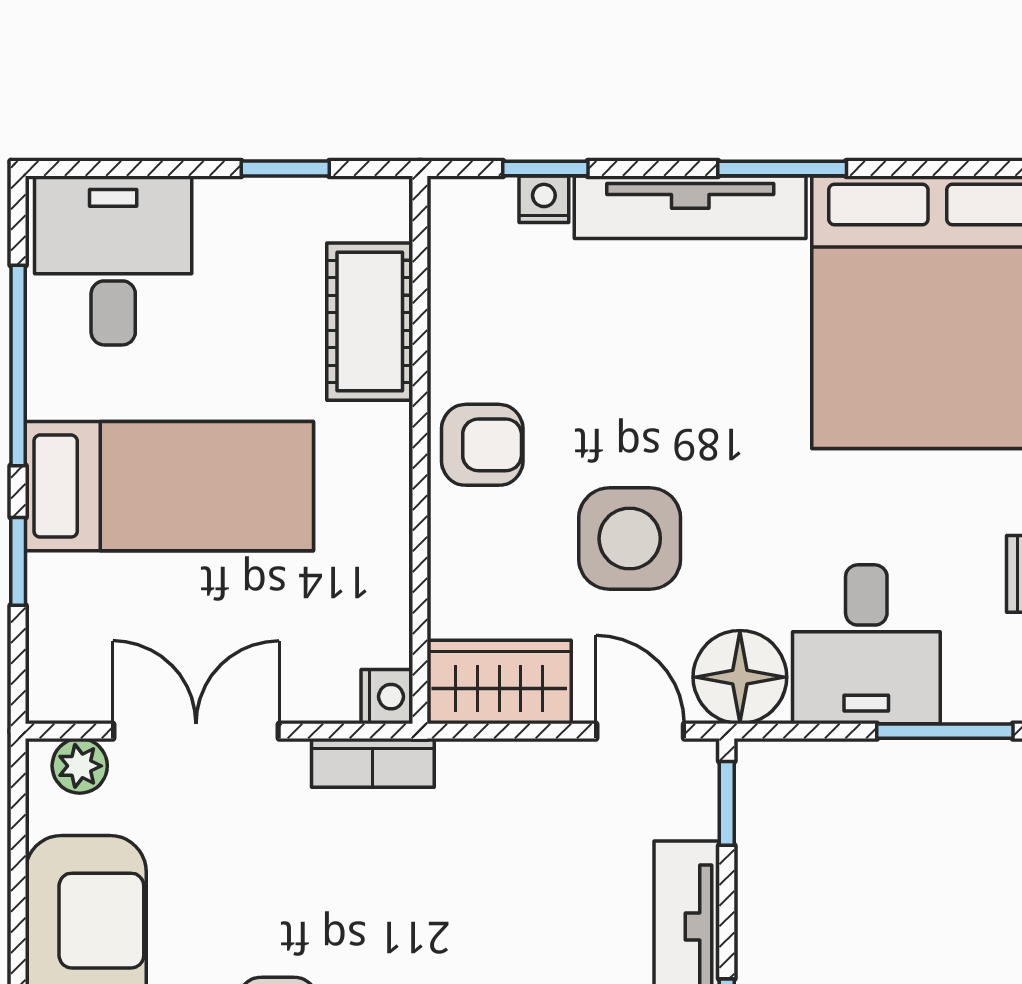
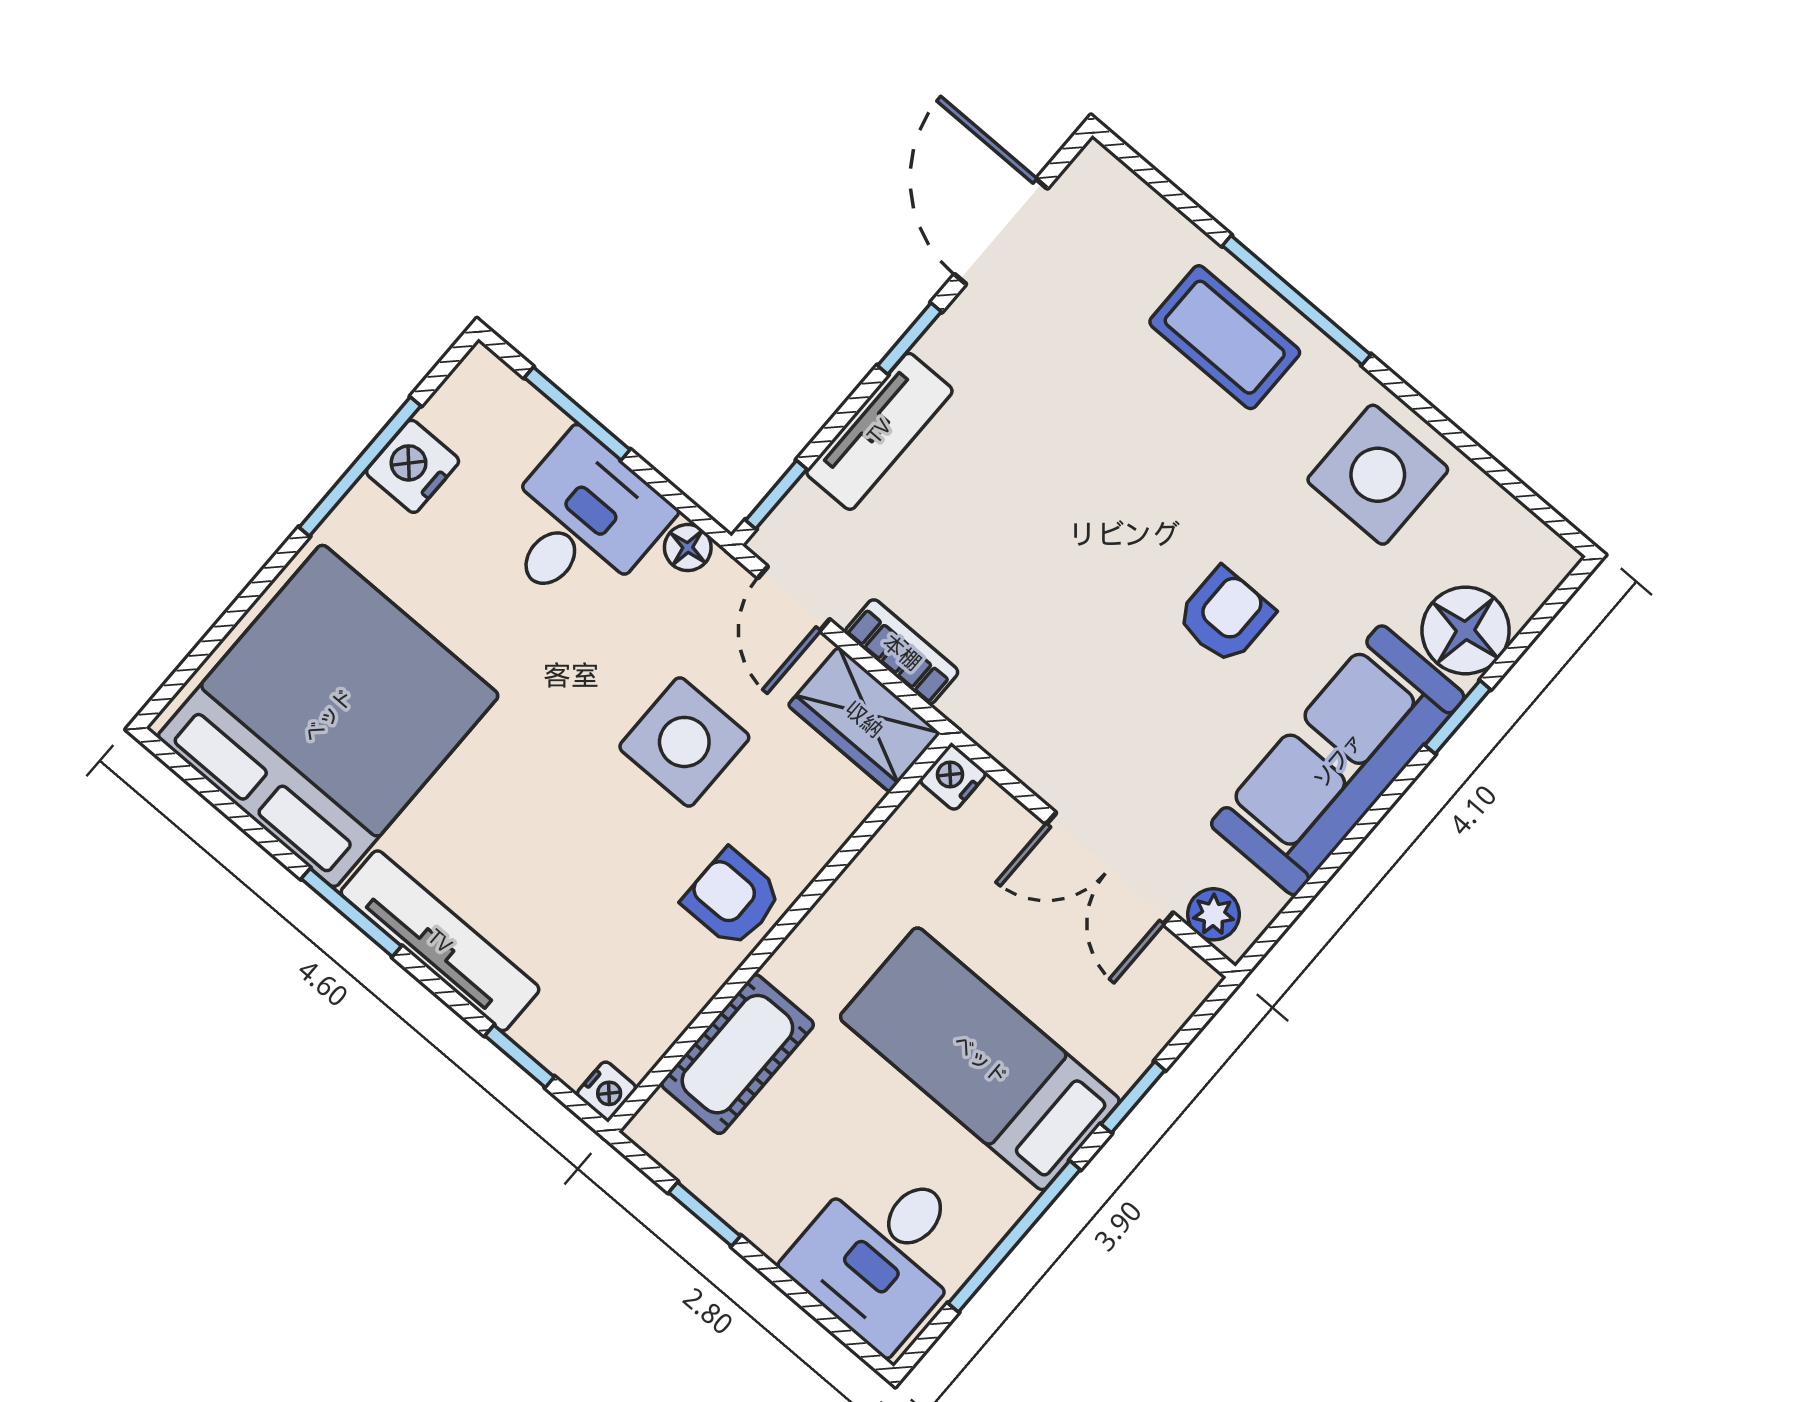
nightstand: (544, 199) -> (606, 1091), moved, turned -90
floor lamp: (740, 677) -> (688, 548), width x0.53, depth x0.53
bookcase: (373, 763) -> (902, 652), moved

